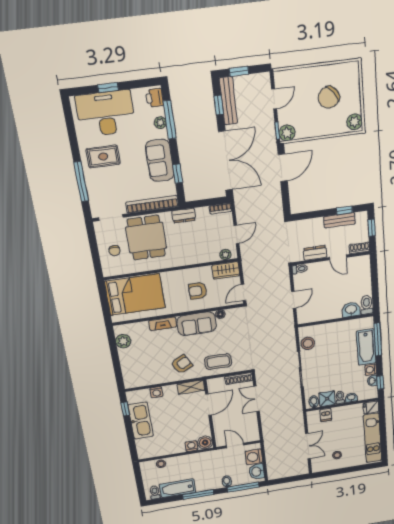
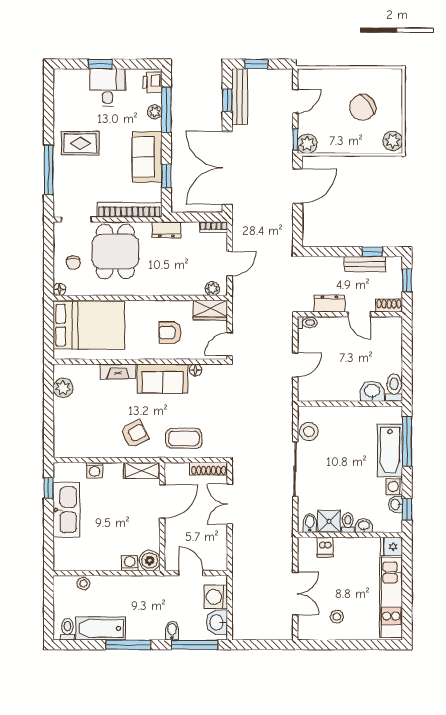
desk: (106, 113) -> (108, 87), width x0.53, depth x0.77
double door: (225, 161) -> (227, 168), swing flipped
floor lamp: (107, 272) -> (59, 289), added

